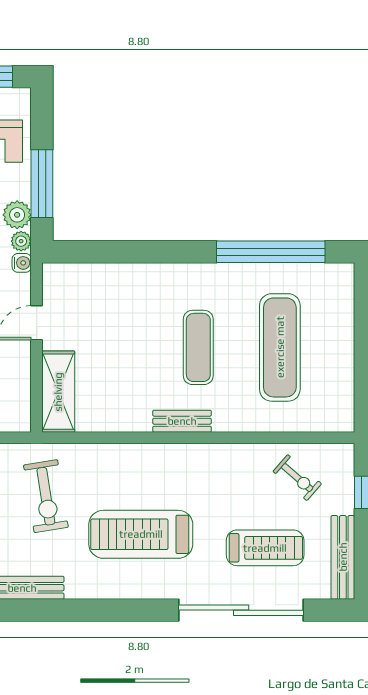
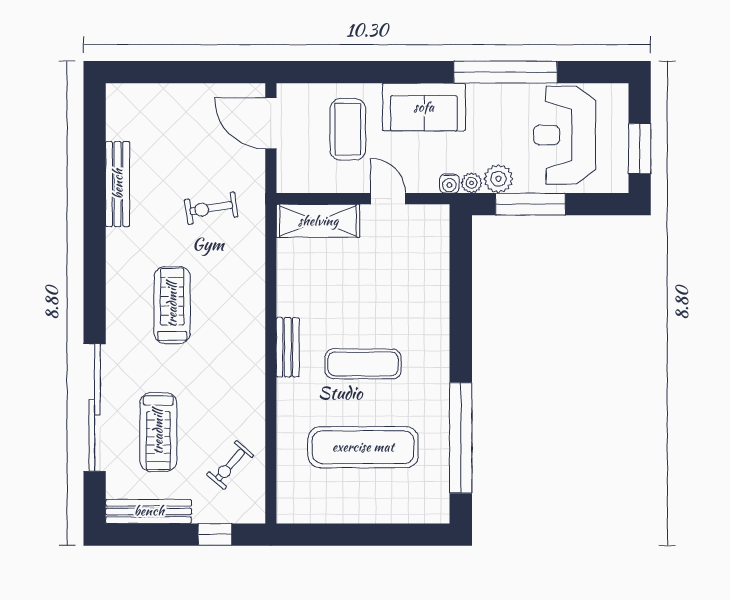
exercise bike: (46, 496) -> (211, 208), width x0.73, depth x0.72
treadmill: (141, 534) -> (172, 305), width x0.73, depth x0.73

